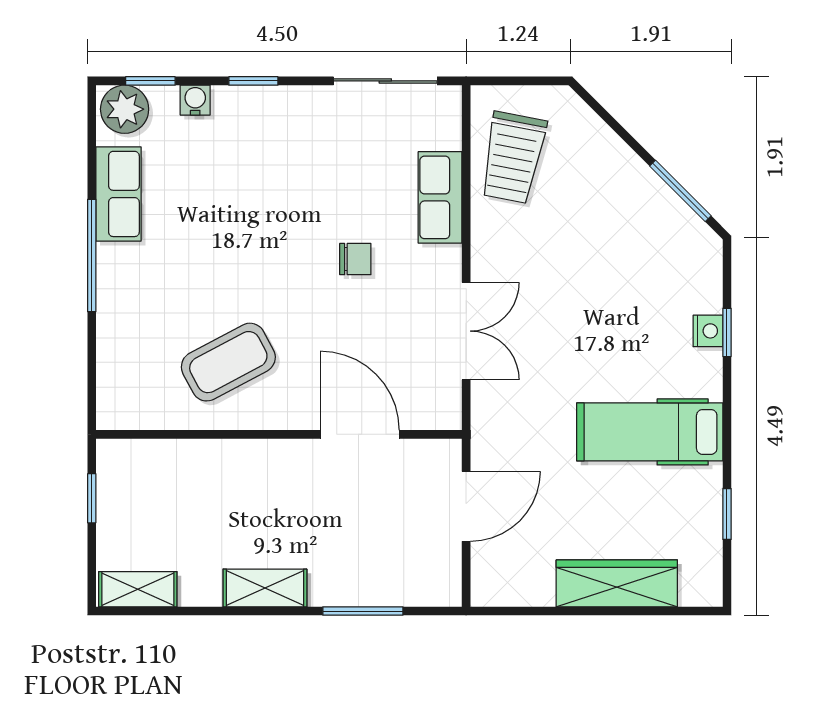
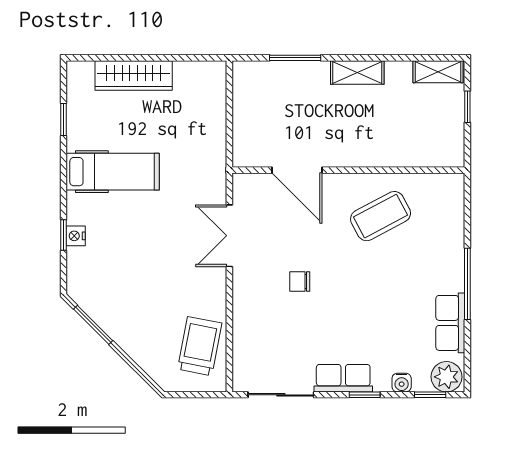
row of seats: (440, 197) -> (343, 378), moved, turned -90
window: (92, 498) -> (467, 107), moved
door: (466, 506) -> (229, 124), removed

